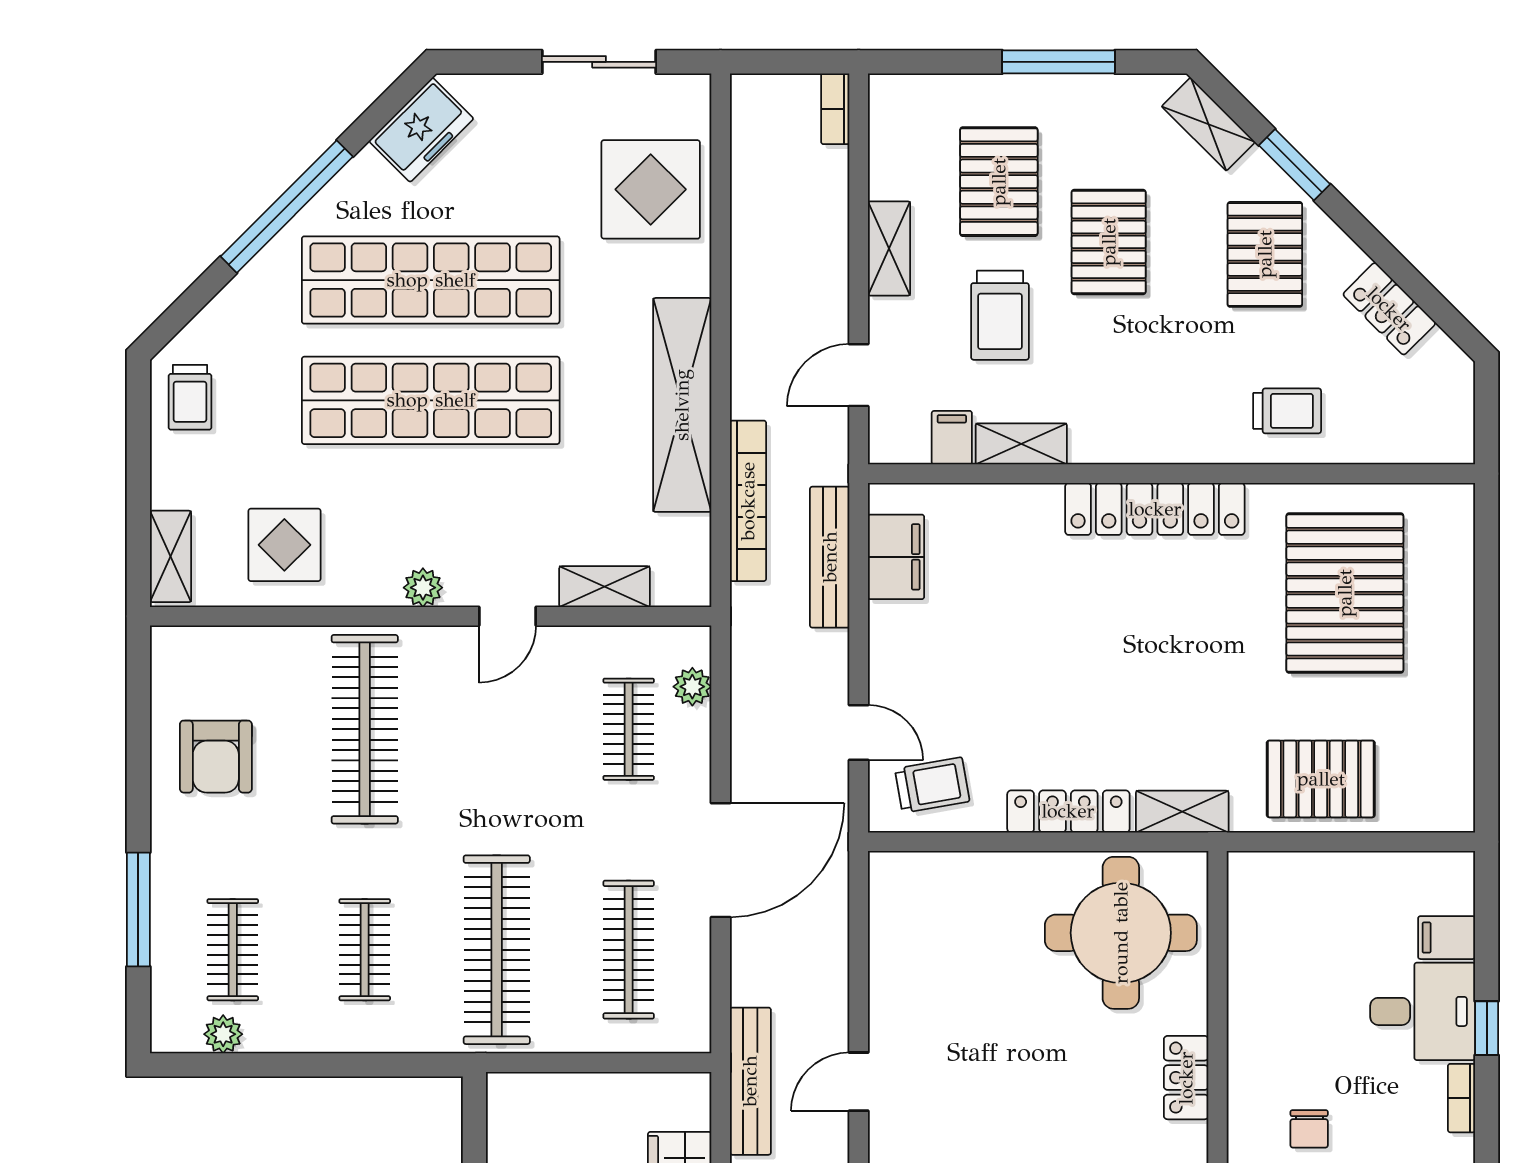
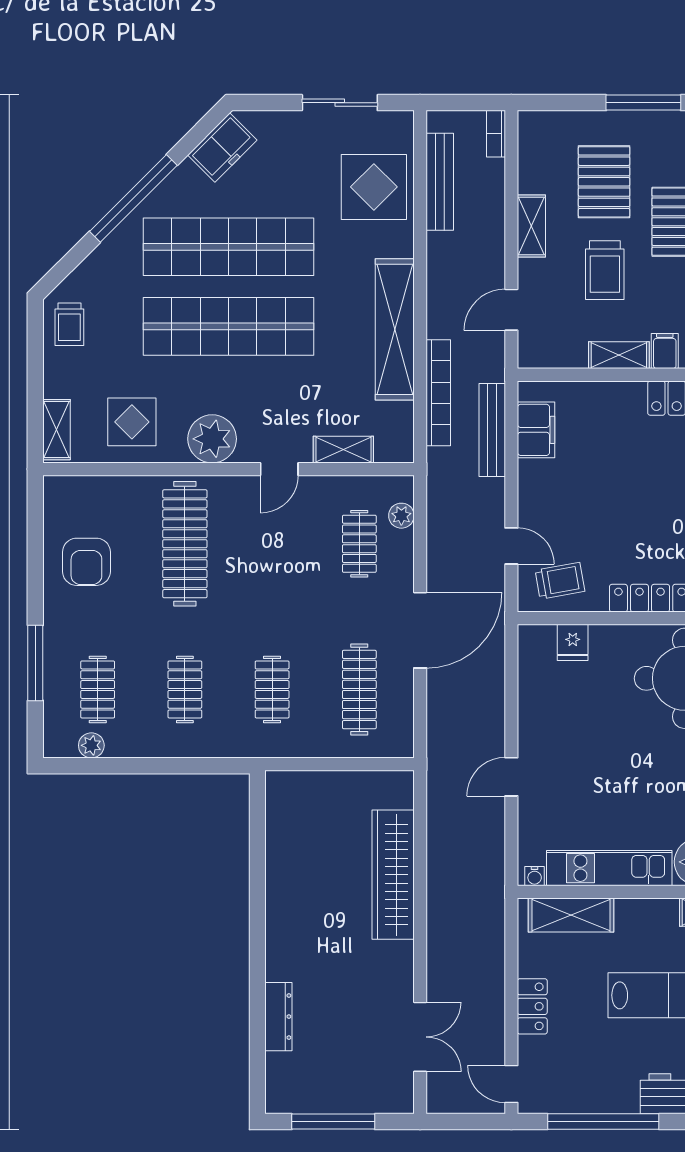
filing cabinet: (952, 438) -> (665, 351), moved
plant: (423, 588) -> (212, 439), width x1.88, depth x1.88
fridge: (951, 878) -> (573, 642), added
clothes rail: (497, 950) -> (272, 689), width x0.54, depth x0.76
bench: (750, 1081) -> (440, 182), moved

